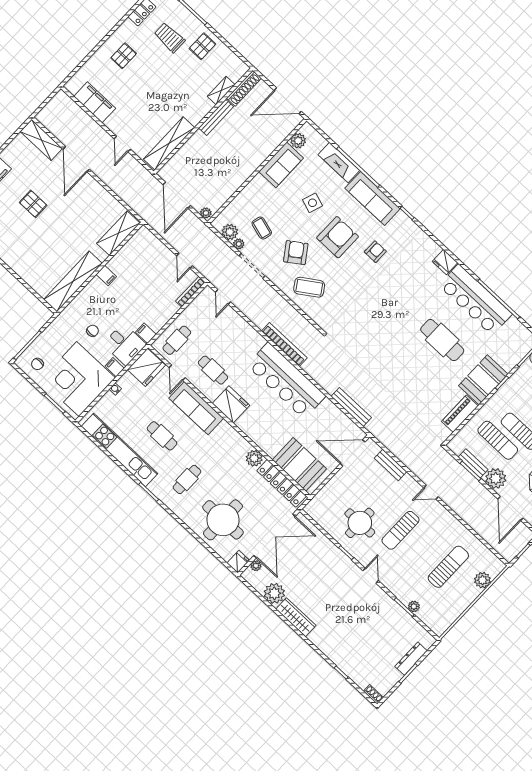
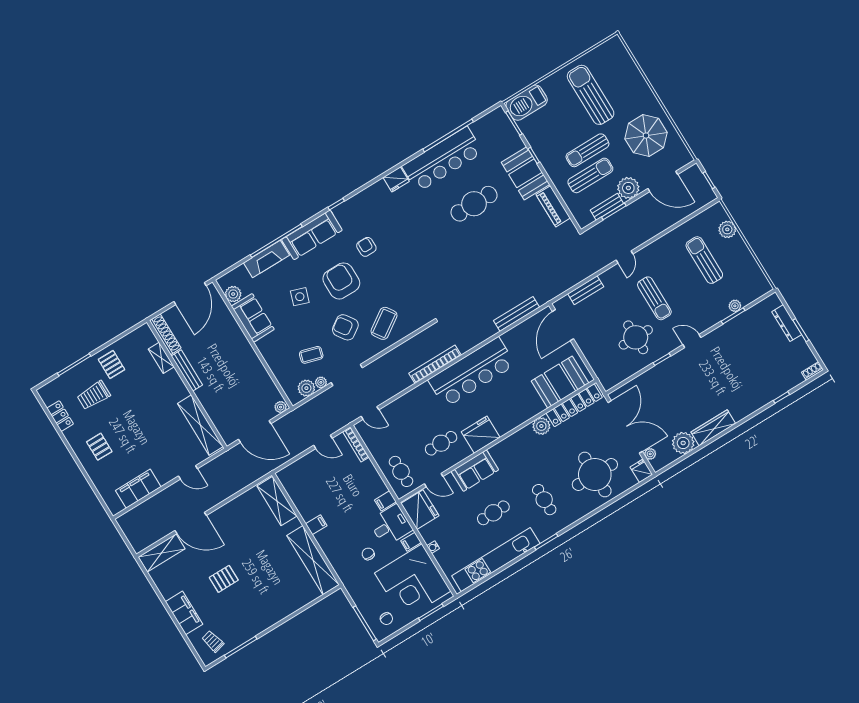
sofa: (196, 408) -> (475, 471), width x0.73

